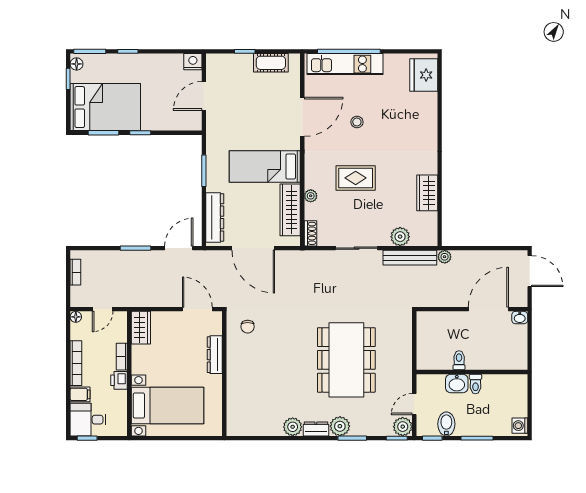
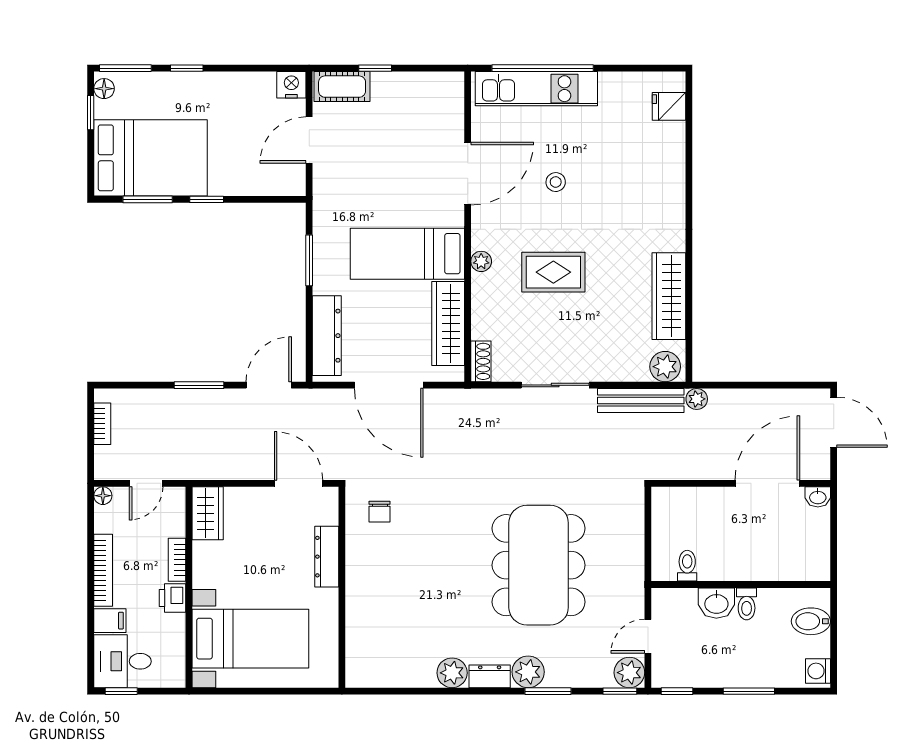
cot: (271, 63) -> (342, 87), moved
fridge: (424, 75) -> (669, 106), width x0.53, depth x0.75
wardrobe: (427, 193) -> (669, 296), width x1.50
plant: (311, 196) -> (481, 261), moved
plant: (400, 237) -> (665, 367), moved
toilet: (459, 360) -> (687, 566), moved
bidet: (446, 424) -> (811, 621), moved, turned -90

